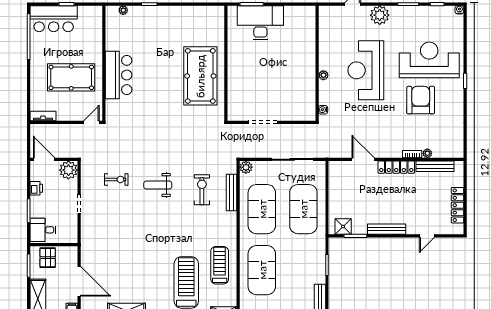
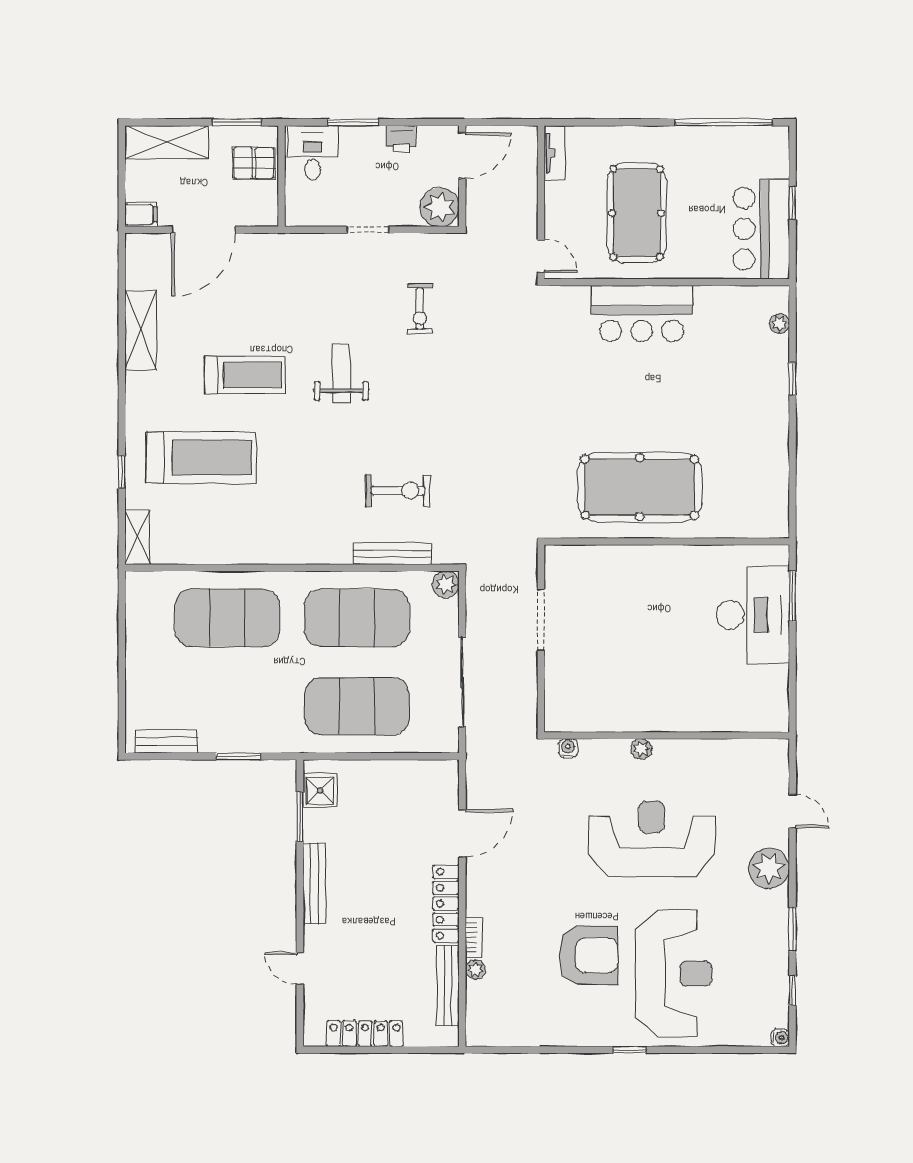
bar counter: (54, 19) -> (761, 229), moved
weight bench: (158, 185) -> (341, 373), moved
treadmill: (220, 265) -> (245, 375), moved

